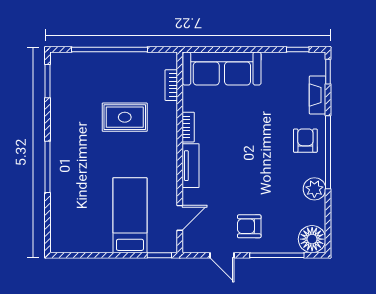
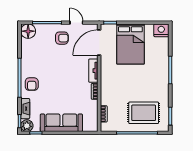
sofa: (222, 69) -> (61, 123), moved
rug: (125, 117) -> (144, 113), moved, width x1.36, depth x1.43
plant: (314, 189) -> (27, 126), moved
bed: (130, 215) -> (130, 44), width x1.50
door: (180, 218) -> (99, 43), width x1.87
nightstand: (64, 241) -> (161, 30), added

